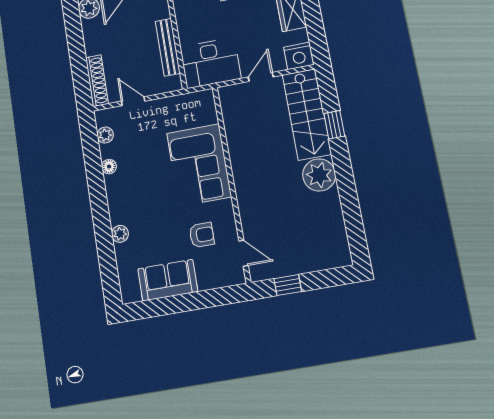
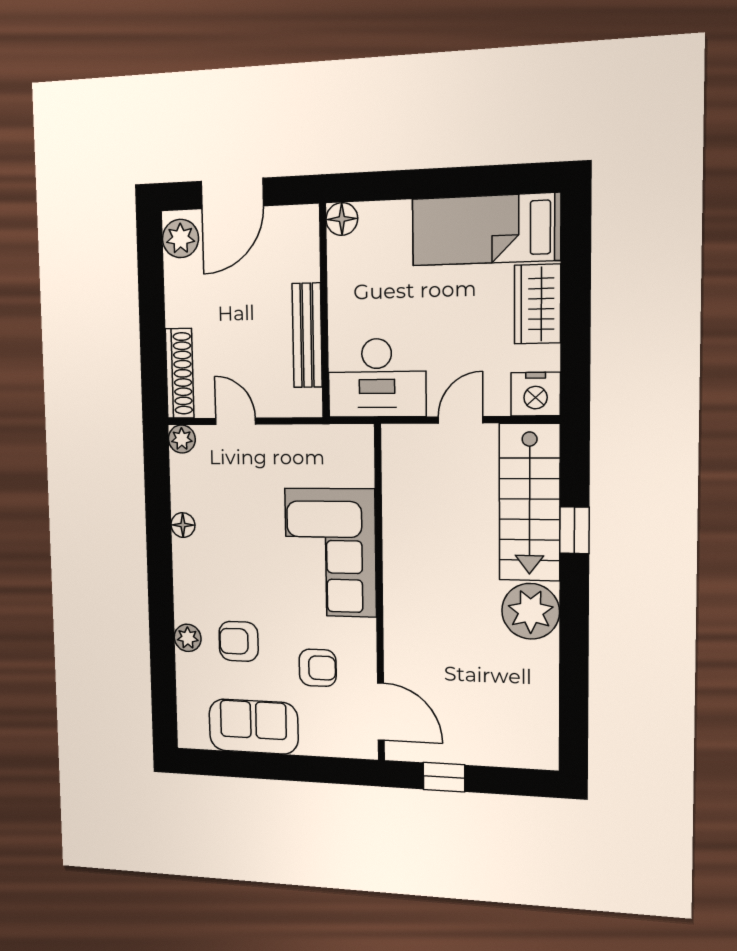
plant: (105, 135) -> (182, 439), moved
armchair: (152, 229) -> (239, 641), added
door: (244, 253) -> (381, 712), width x1.38

